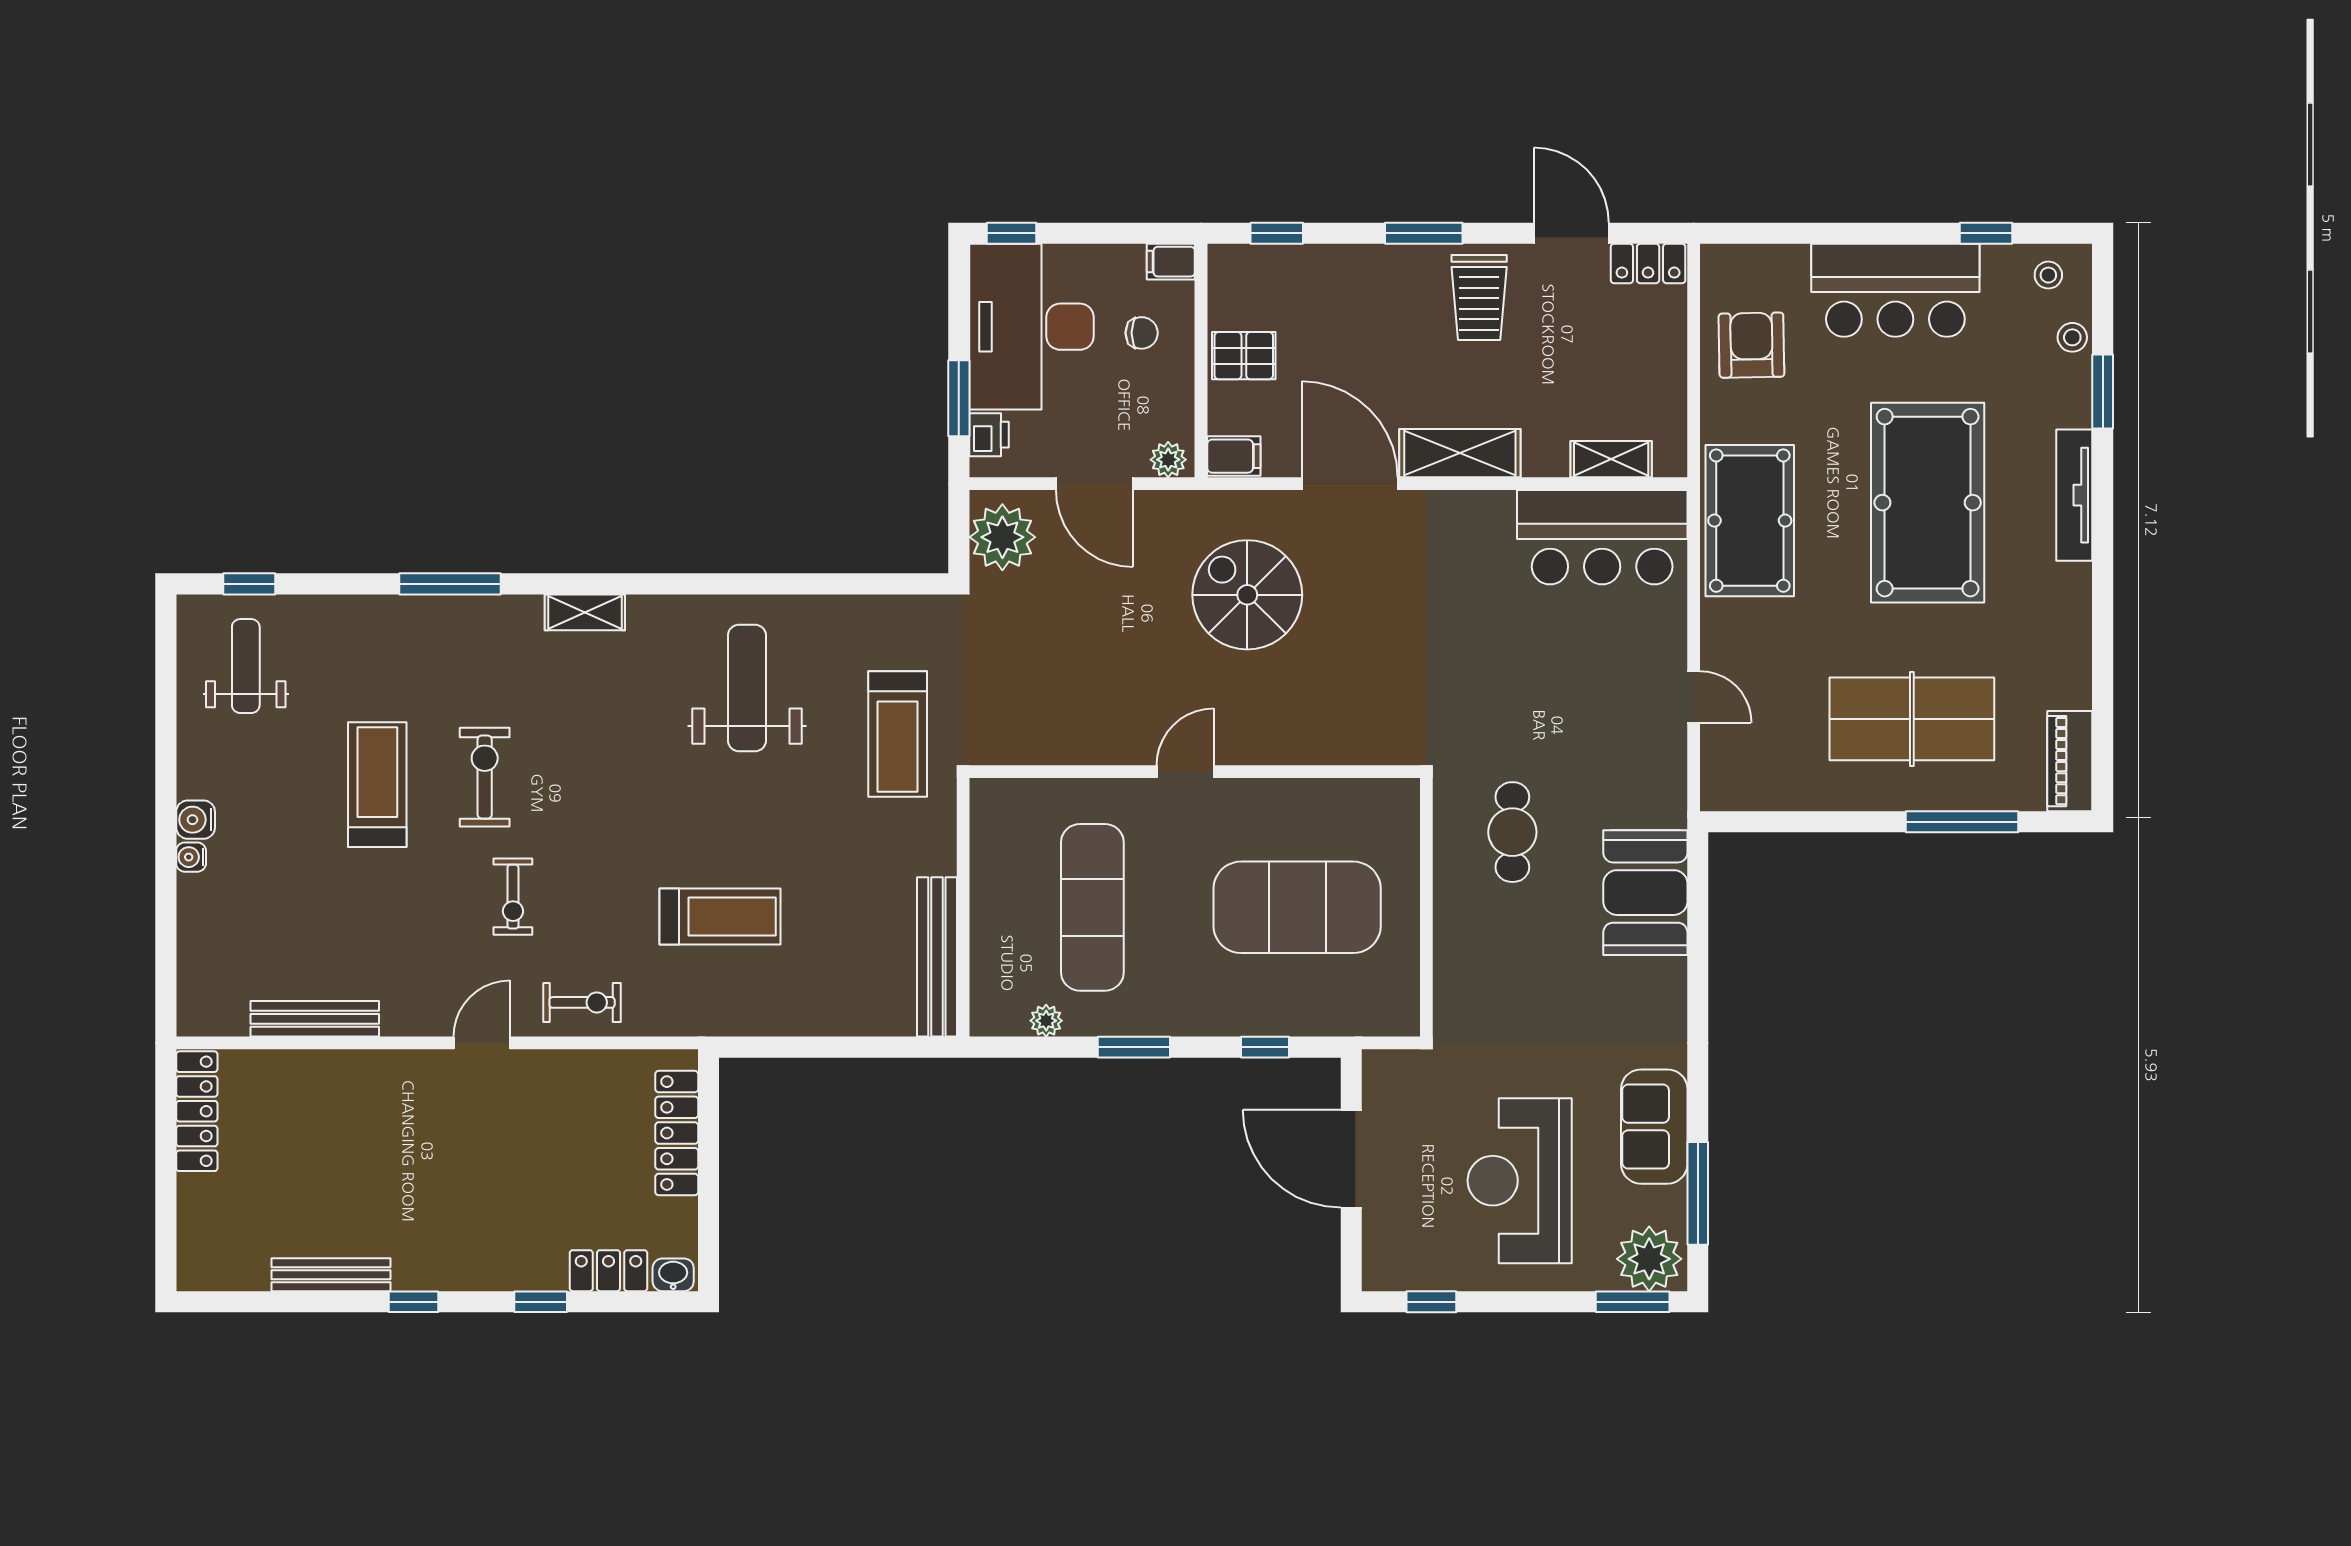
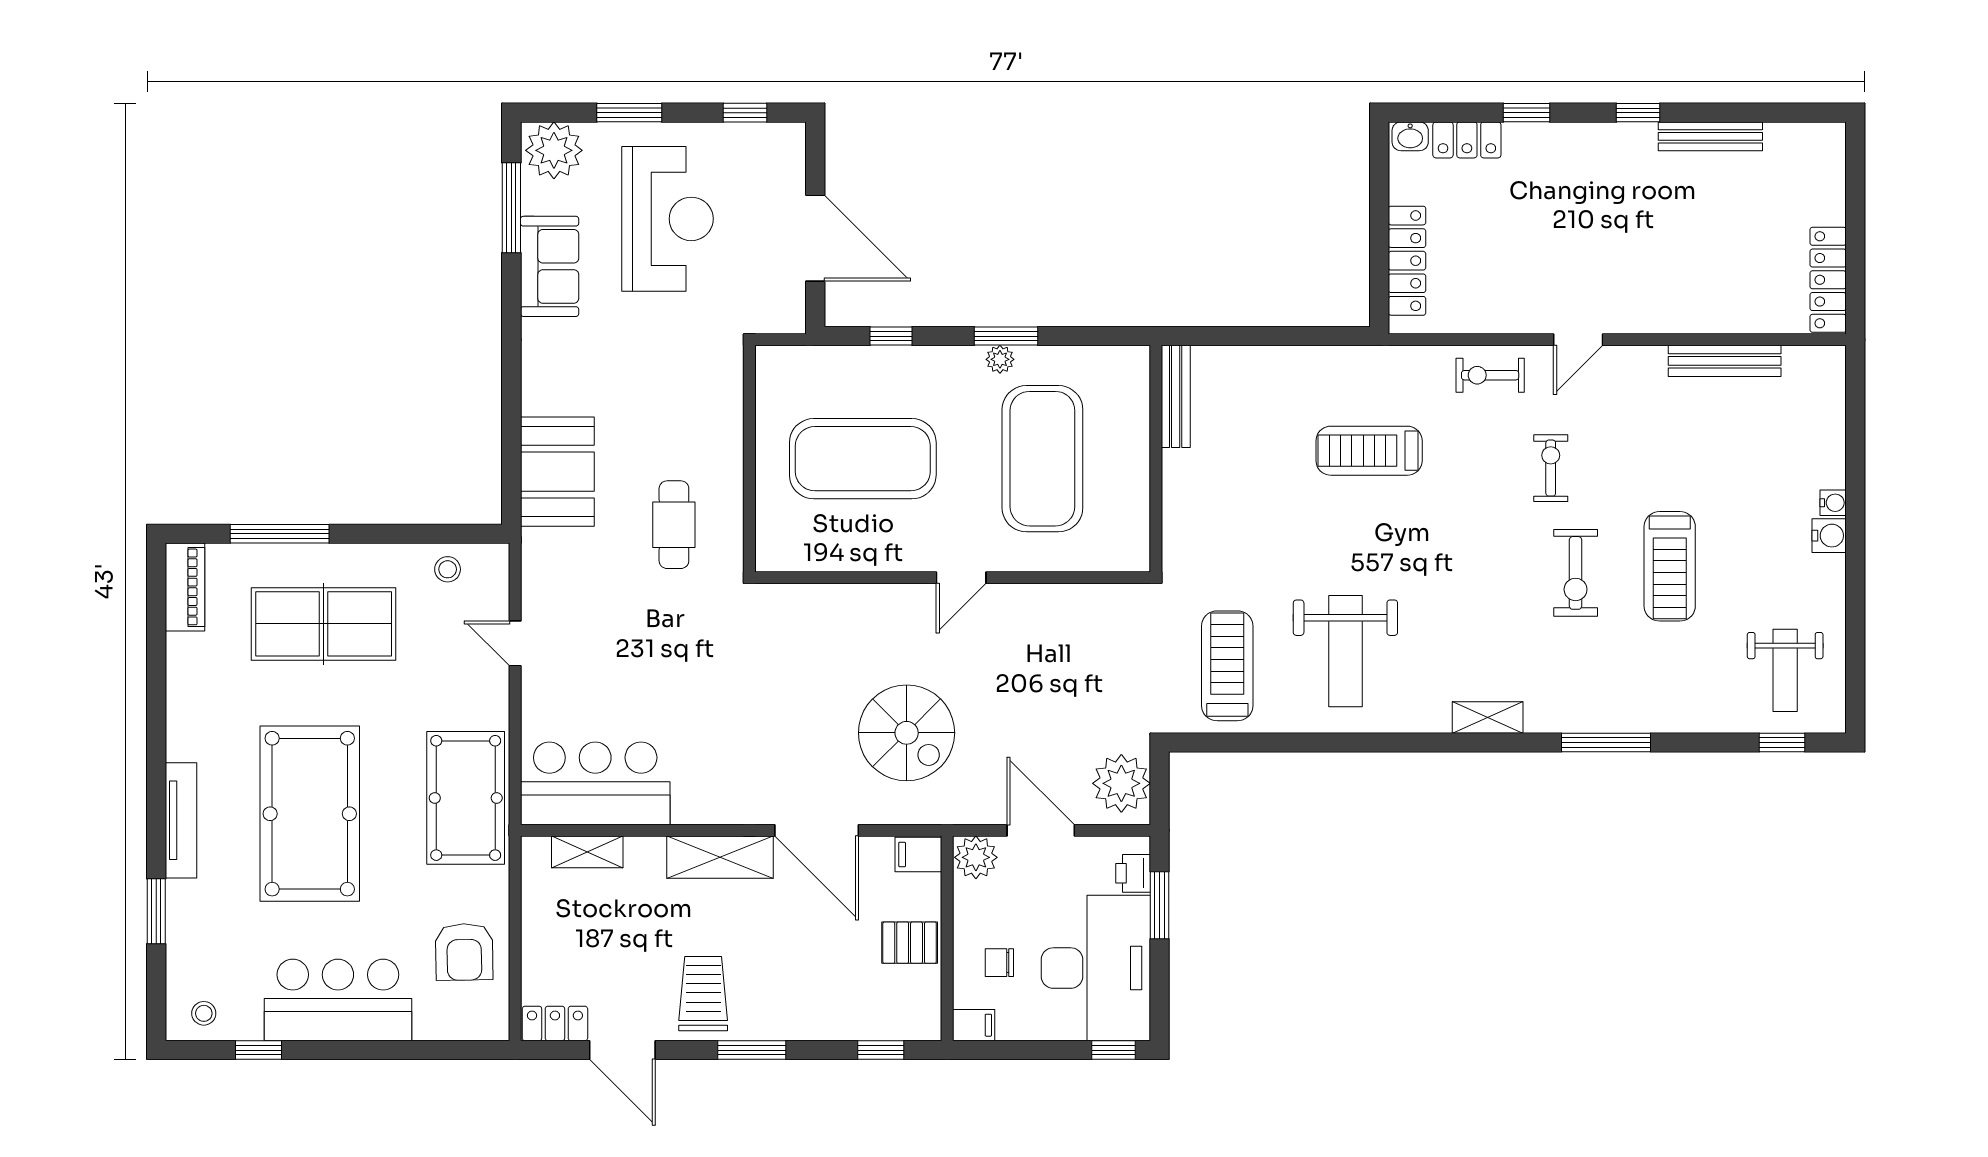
stool: (2072, 337) -> (448, 569), moved
plant: (1168, 460) -> (976, 857), width x1.38, depth x1.38
treadmill: (898, 734) -> (1227, 666), moved
exercise mat: (1092, 907) -> (1042, 459), width x1.47
bench: (937, 957) -> (1176, 396), width x0.73, depth x0.82
plant: (1046, 1021) -> (1000, 359), moved
window: (1633, 1302) -> (629, 113), moved

